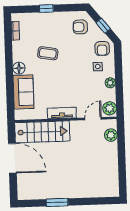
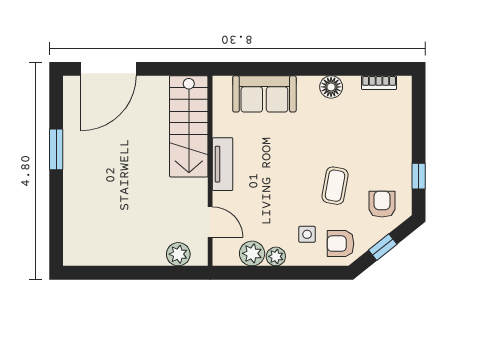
window: (46, 9) -> (419, 176), moved
coffee table: (48, 53) -> (335, 186), moved
floor lamp: (19, 68) -> (331, 87), moved
plant: (110, 108) -> (252, 253), moved
door: (12, 158) -> (109, 69), moved

